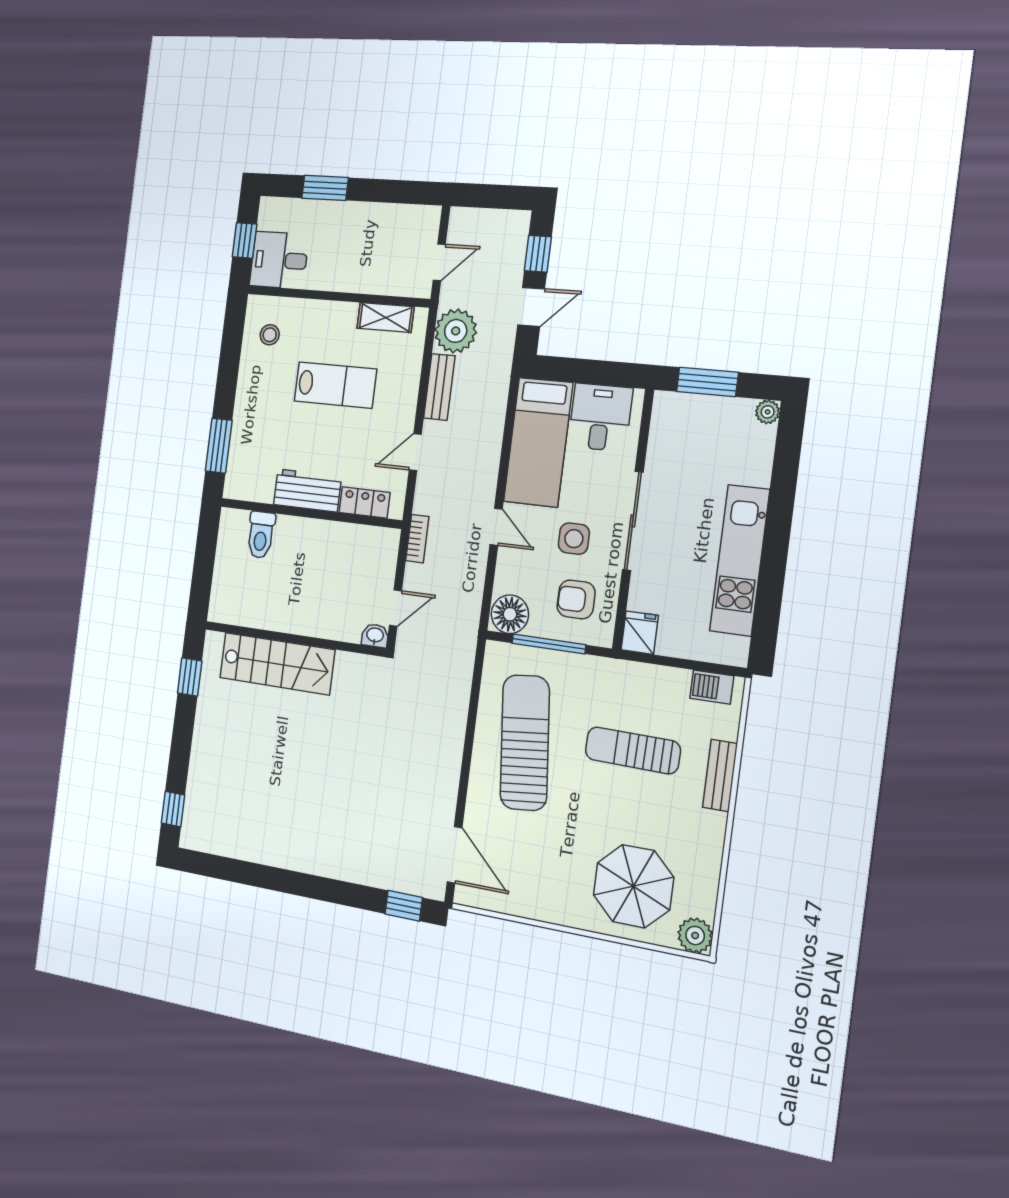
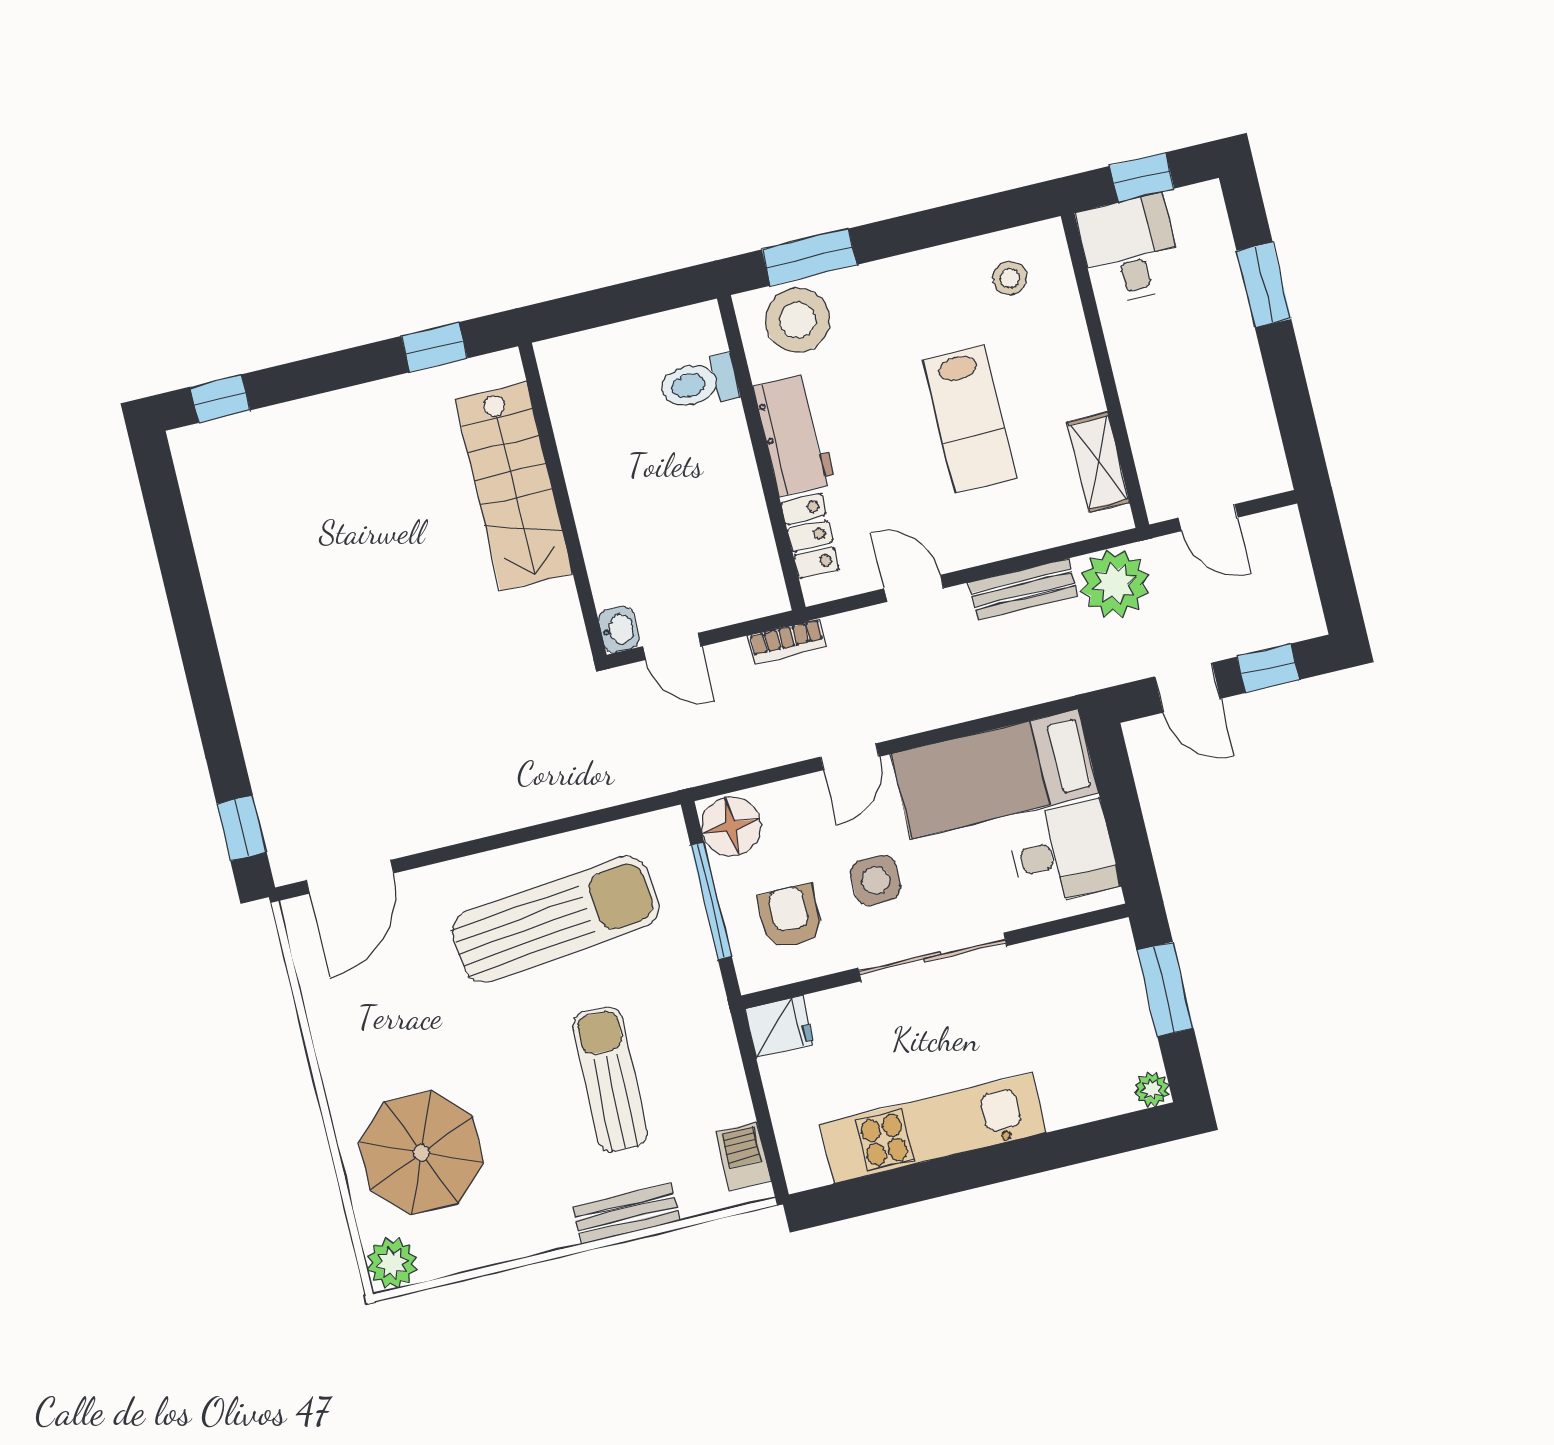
stool: (248, 465) -> (797, 320), added

